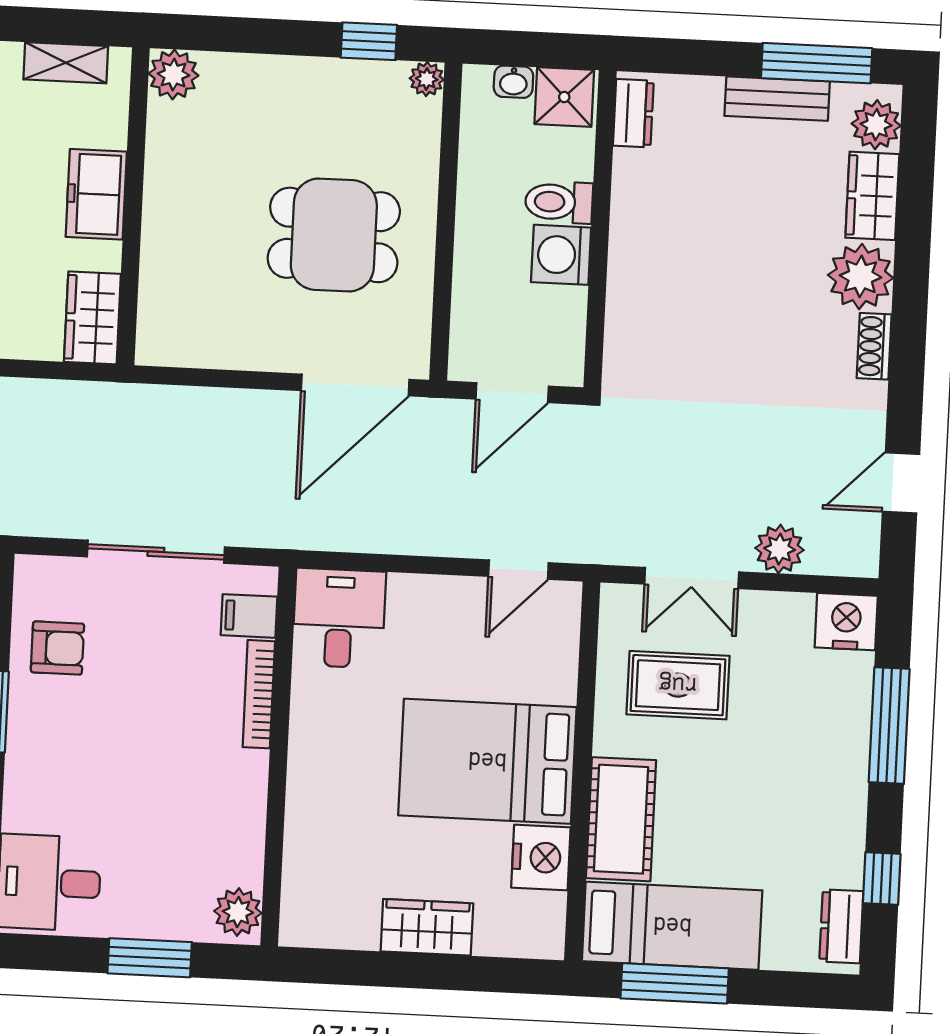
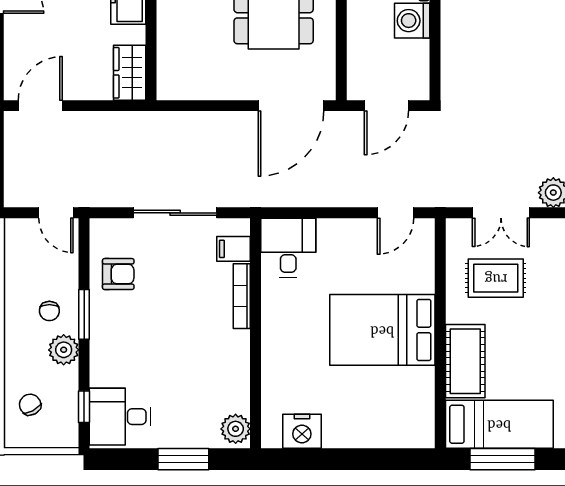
nightstand: (541, 857) -> (302, 431), moved, turned 90
wardrobe: (427, 927) -> (351, 433), removed

